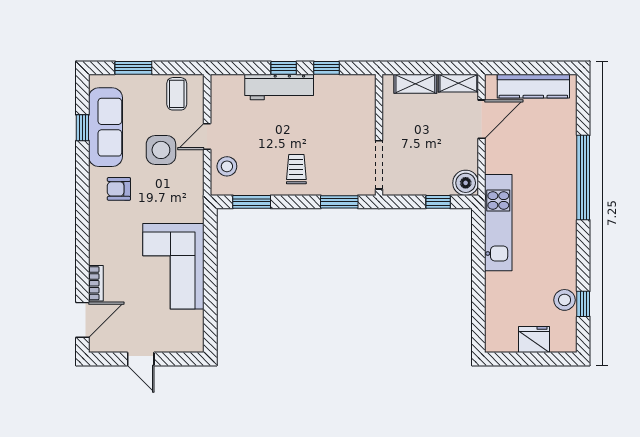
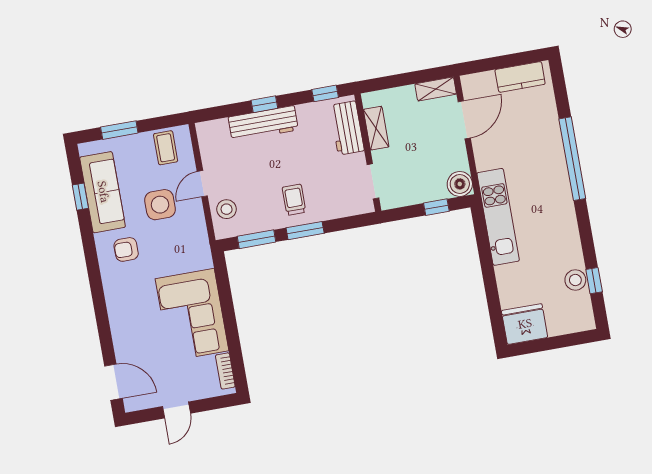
window: (327, 68) -> (325, 93), moved
shelving: (415, 84) -> (376, 128), moved, turned 90
kitchen counter: (533, 86) -> (520, 77), width x0.67
workbench: (362, 106) -> (347, 128), added
doorway: (379, 165) -> (373, 181), width x0.73
window: (339, 202) -> (305, 231), moved
bookcase: (96, 283) -> (225, 371), moved, turned 180
door: (82, 320) -> (113, 382), hinge flipped
fridge: (534, 340) -> (525, 324), moved, width x1.36, depth x1.34
door: (141, 359) -> (177, 410), hinge flipped

